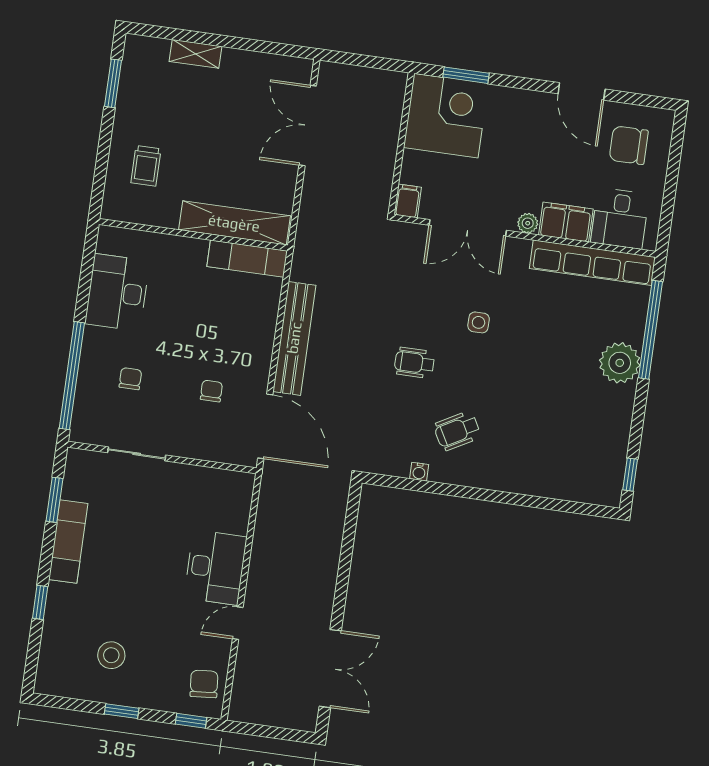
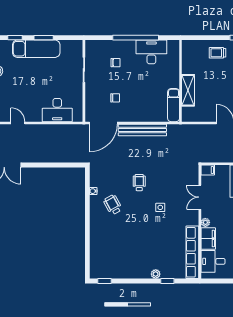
trolley: (146, 166) -> (217, 53), moved
shelving: (234, 223) -> (188, 90), width x0.68
double door: (468, 228) -> (200, 197), width x0.73
window: (650, 330) -> (167, 281), width x0.32
plant: (620, 363) -> (156, 274), width x0.53, depth x0.53
window: (72, 376) -> (136, 38), moved
window: (54, 500) -> (44, 38), moved
exam couch: (68, 542) -> (36, 49), width x1.36, depth x1.45
desk: (215, 567) -> (57, 110), moved

